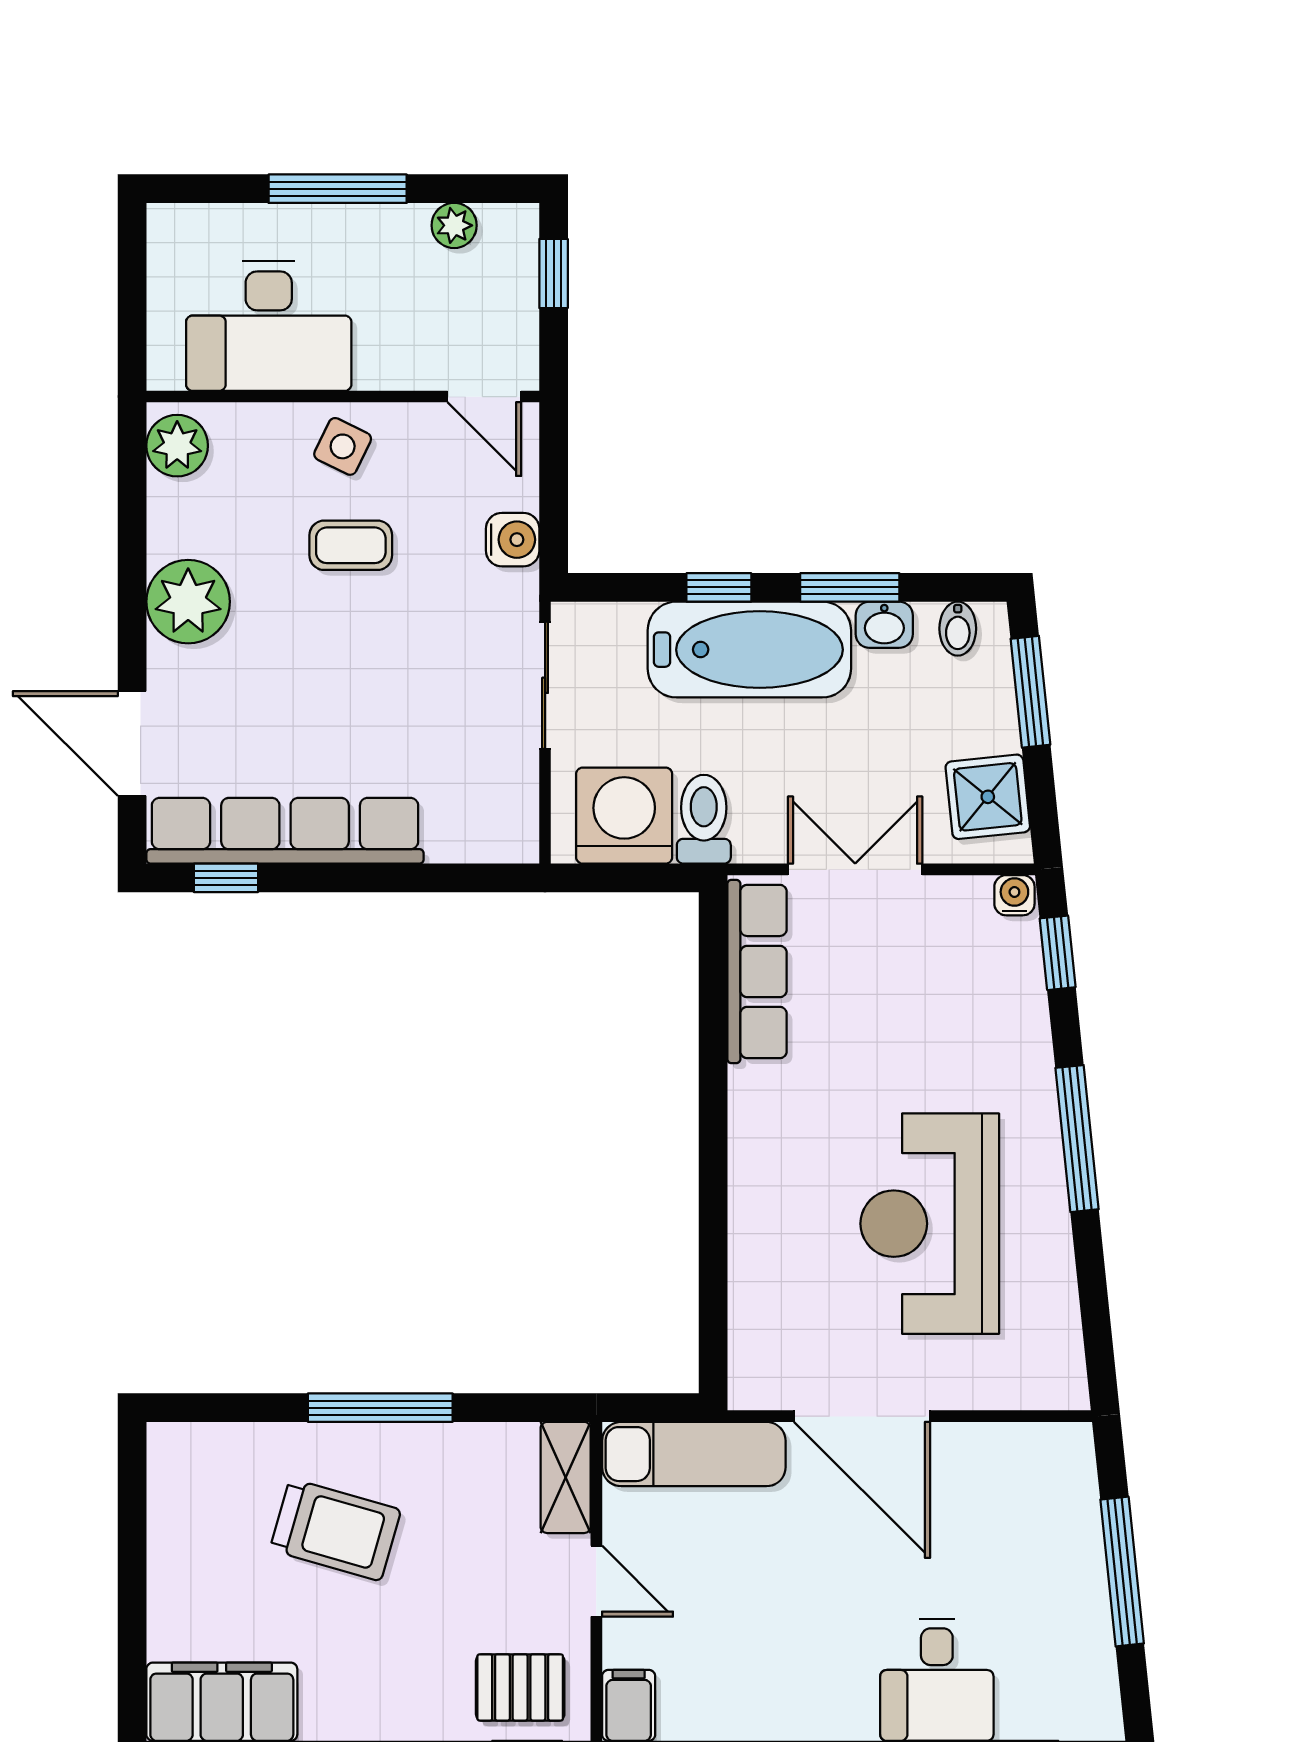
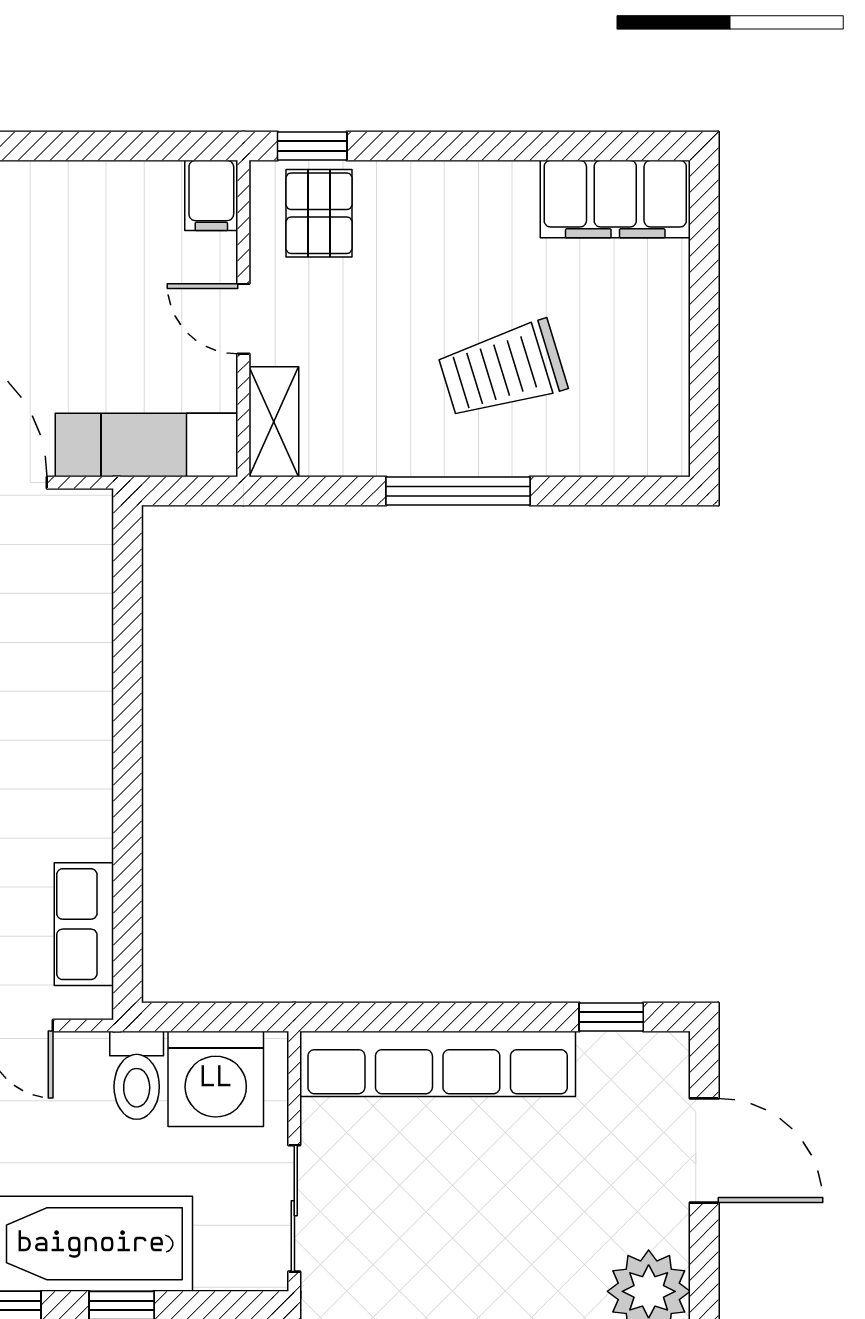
row of seats: (285, 831) -> (438, 1064), moved
row of seats: (757, 971) -> (84, 924), width x0.68
trolley: (335, 1530) -> (502, 370), turned -33
pallet: (520, 1687) -> (319, 213), turned 90

